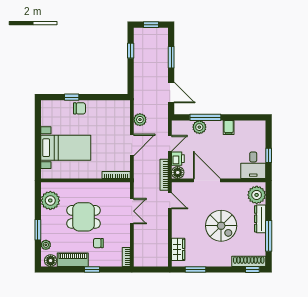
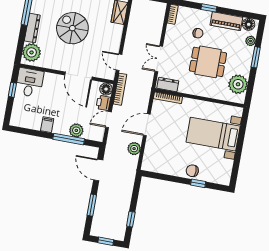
dresser: (118, 188) -> (168, 85), added

